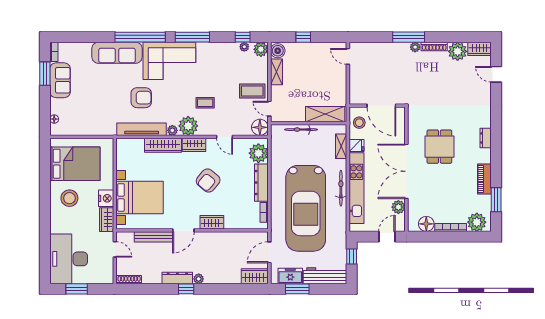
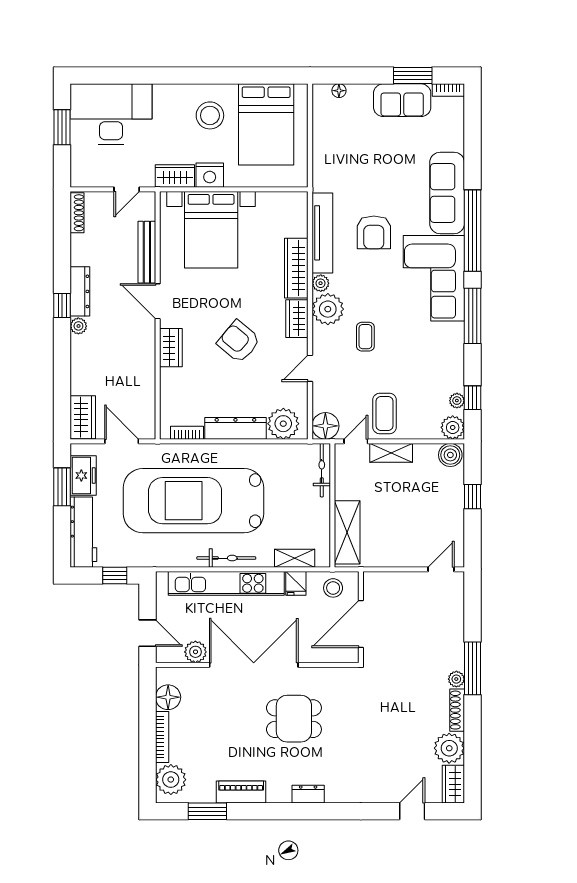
shelving: (276, 72) -> (391, 453), moved
bicycle: (301, 130) -> (322, 470), moved

